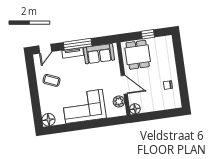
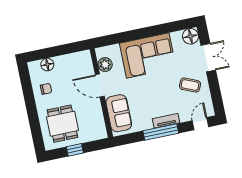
sofa: (99, 54) -> (119, 113), moved, turned 90
dining table: (138, 55) -> (62, 124), moved
double door: (35, 102) -> (208, 58), added
floor lamp: (135, 109) -> (47, 65), moved

